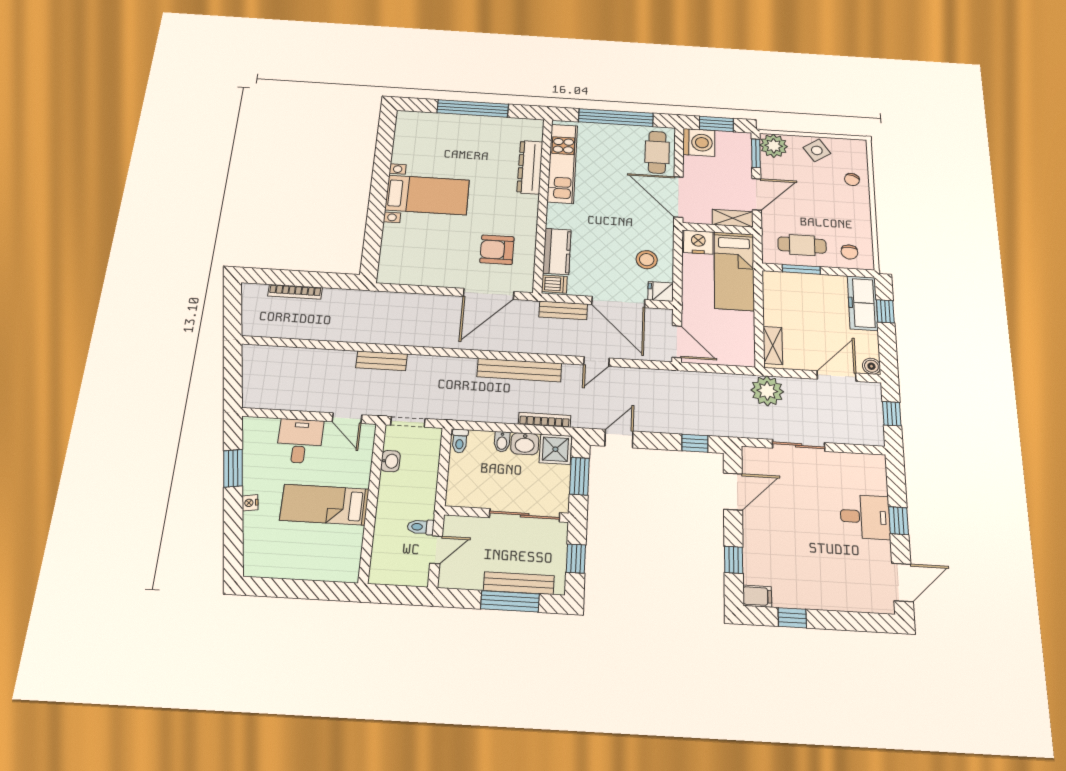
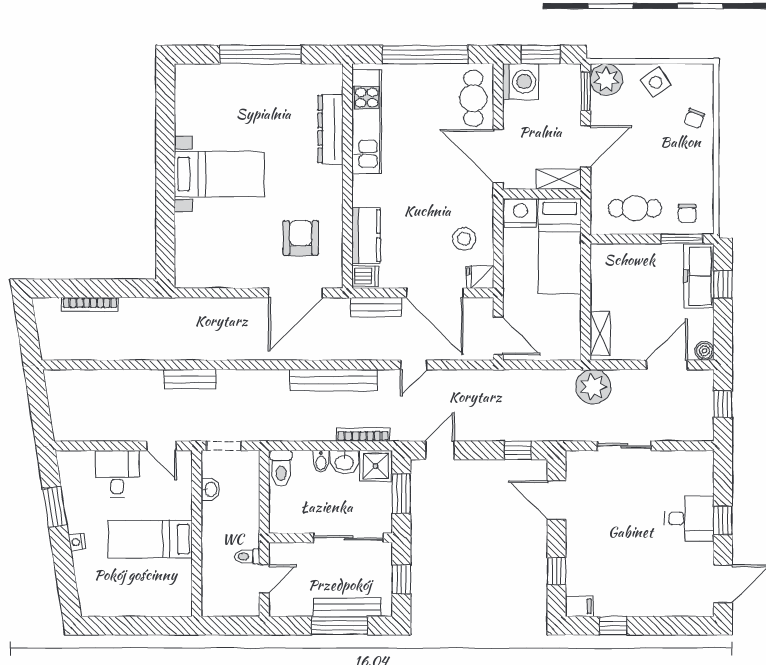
armchair: (497, 250) -> (301, 238), turned 90
window: (801, 269) -> (682, 239), moved
toilet: (460, 441) -> (281, 468), width x1.37, depth x1.39
door: (733, 492) -> (557, 500), swing flipped

